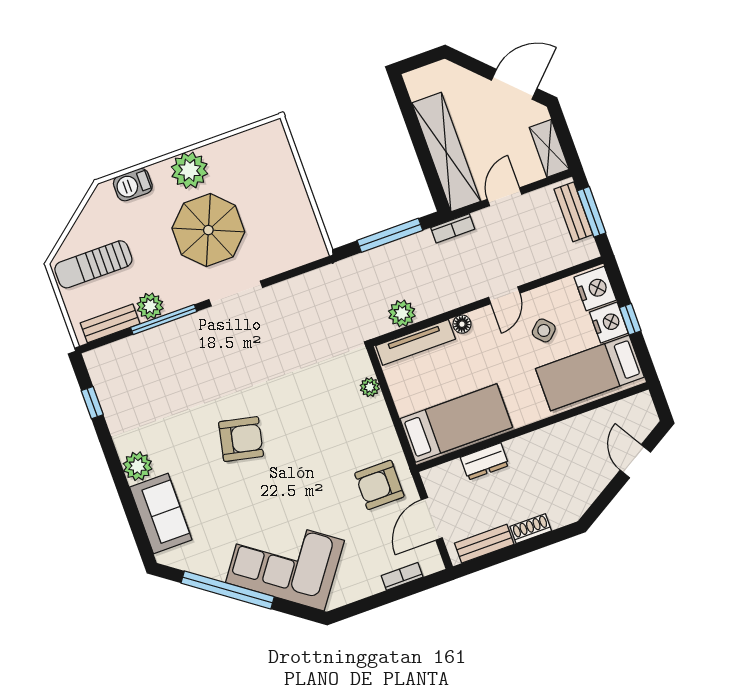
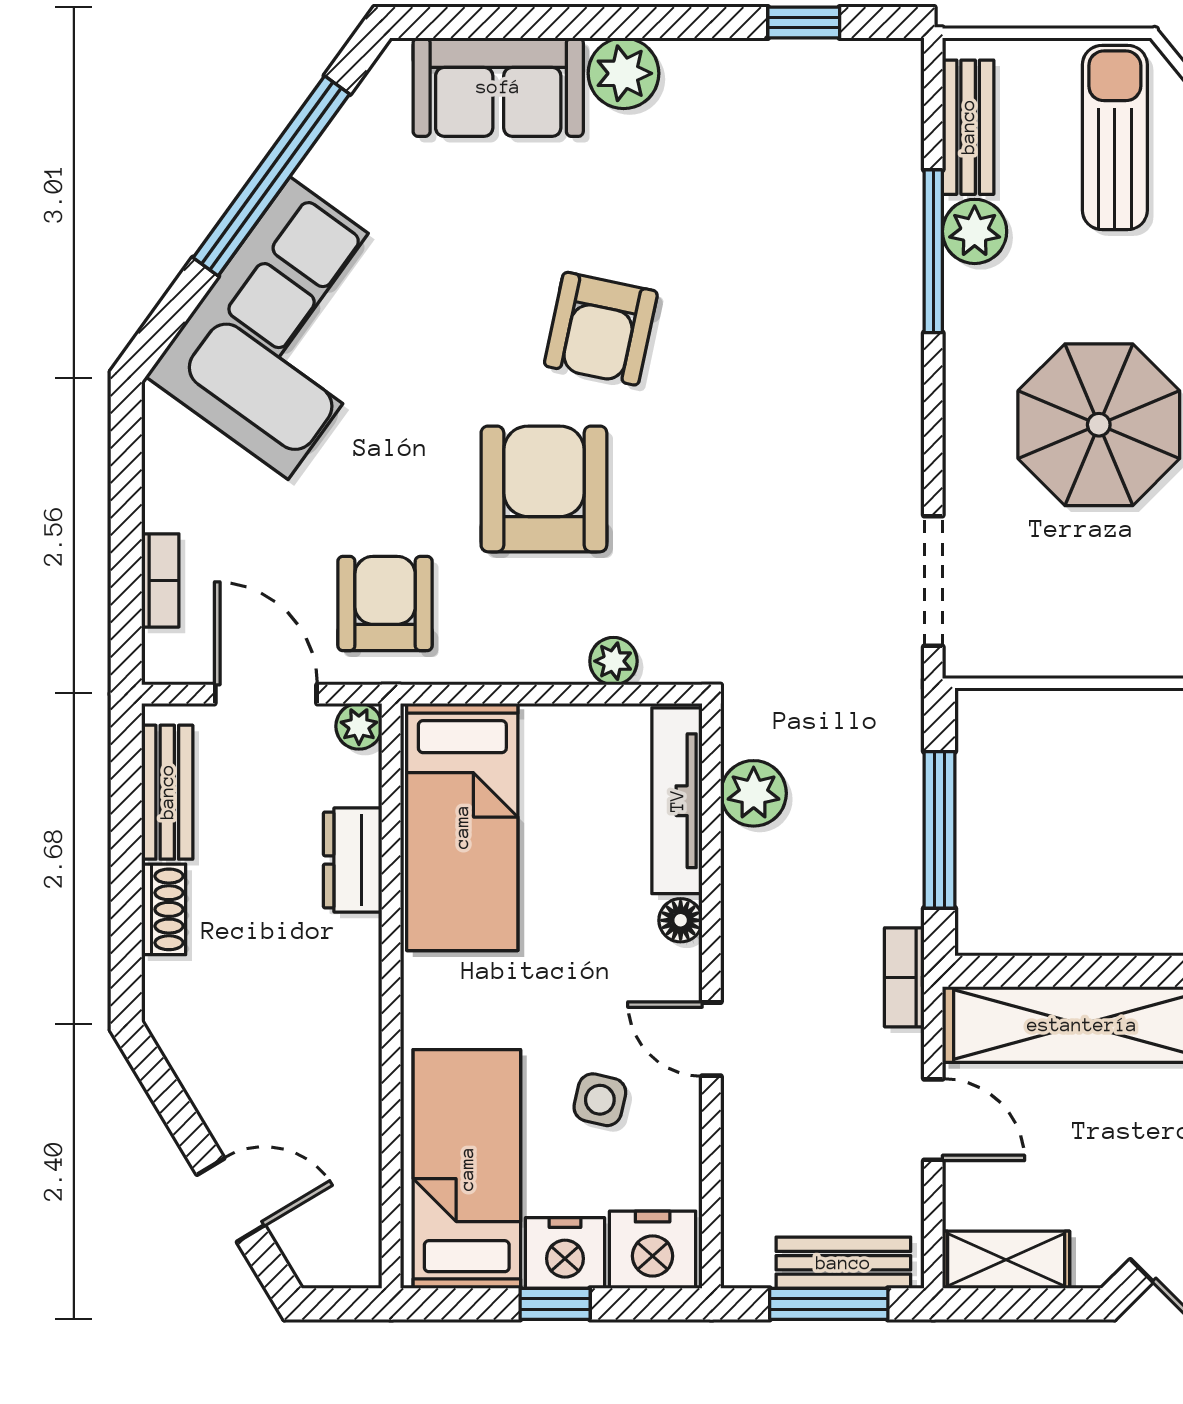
doorway: (236, 294) -> (933, 581), moved
side table: (544, 330) -> (600, 1100), turned -34
armchair: (312, 439) -> (544, 489), added
plant: (431, 478) -> (359, 726), added

